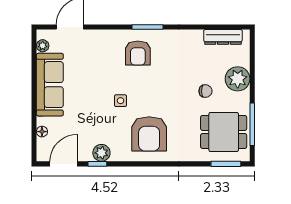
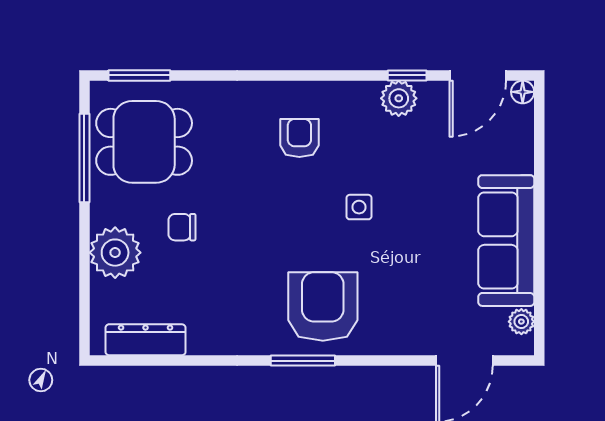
armchair: (138, 53) -> (323, 306), width x1.36, depth x1.36
floor lamp: (42, 132) -> (523, 92), moved
armchair: (149, 134) -> (299, 138), width x0.53, depth x0.53

